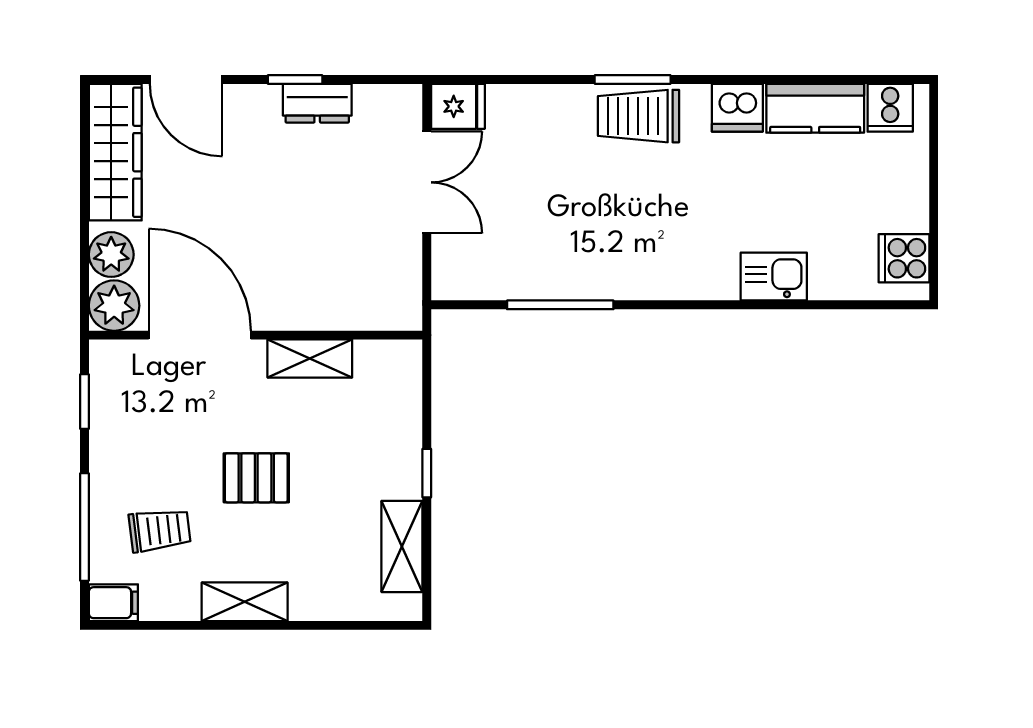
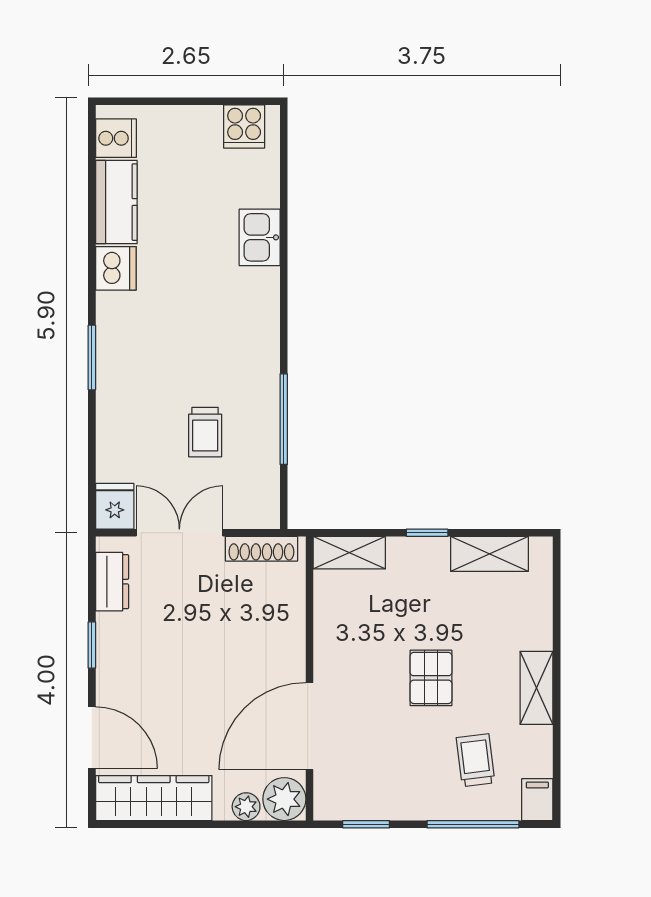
door: (186, 80) -> (92, 738), hinge flipped
dresser: (317, 103) -> (112, 582), moved
trolley: (638, 116) -> (205, 432), moved, width x0.73, depth x0.72
plant: (111, 255) -> (246, 807), width x0.73, depth x0.73
shoe rack: (408, 279) -> (261, 549), added
shelving: (310, 359) -> (349, 553), moved, turned 90

